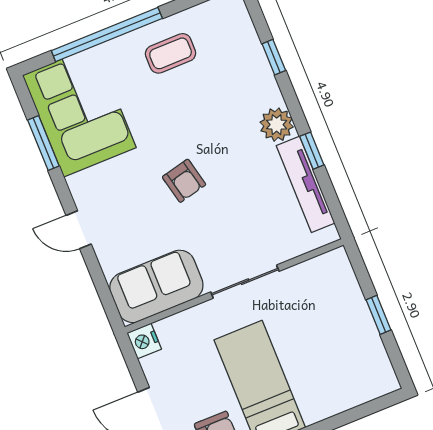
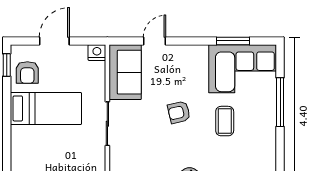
window: (107, 35) -> (280, 102), width x0.68
coffee table: (171, 53) -> (225, 121), moved
door: (79, 230) -> (155, 41), moved

